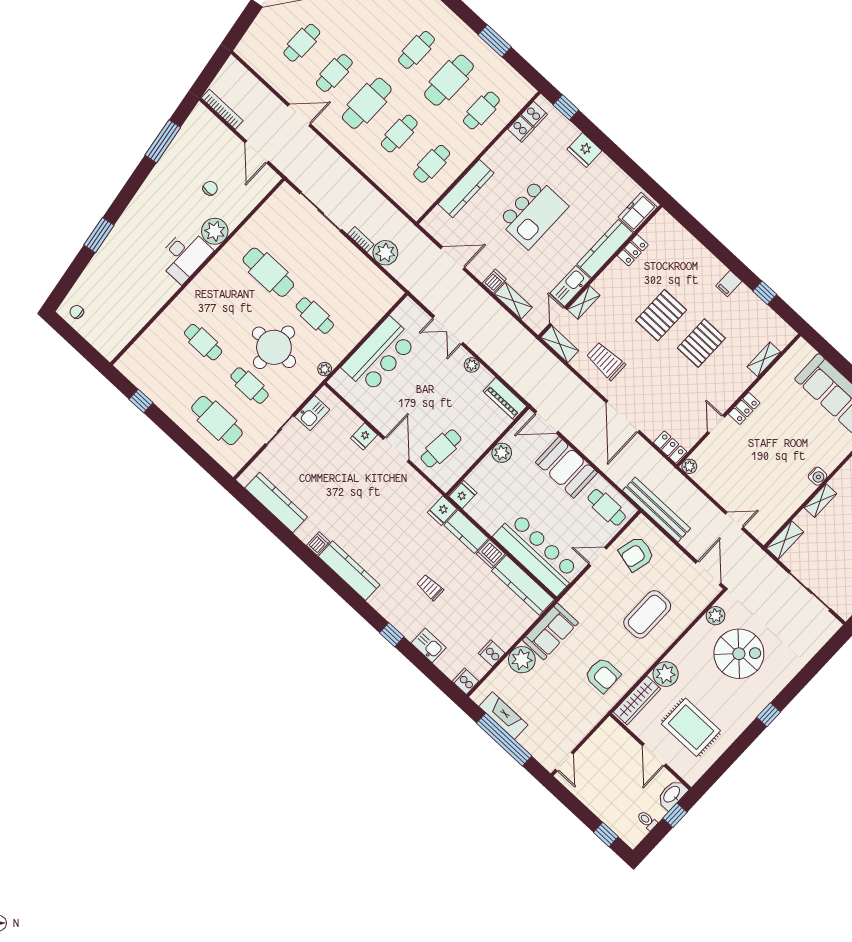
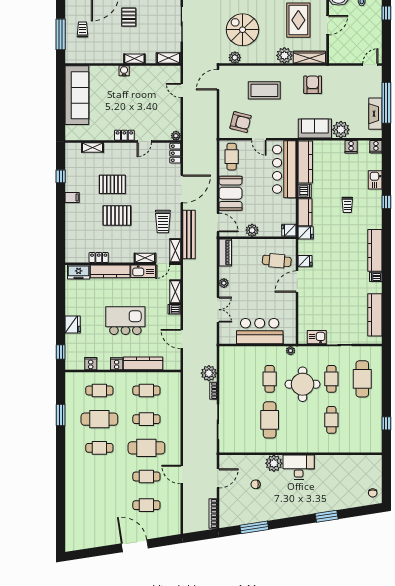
cooker: (534, 114) -> (117, 364), moved
fridge: (364, 436) -> (305, 261), moved
bench: (657, 510) -> (189, 235), moved

